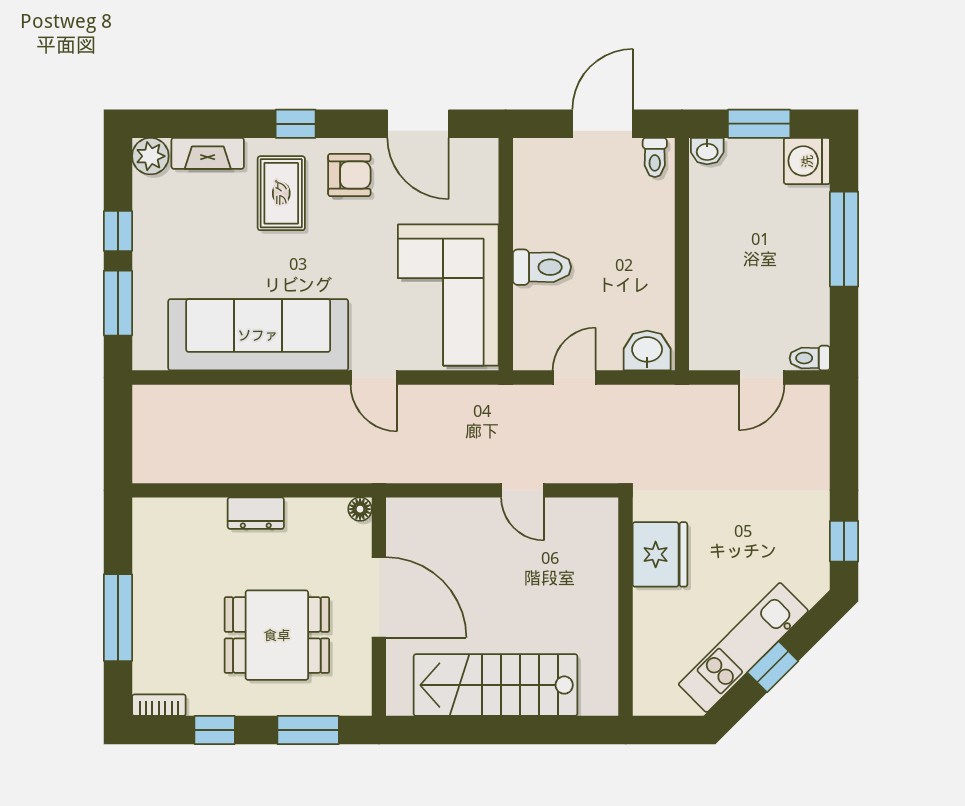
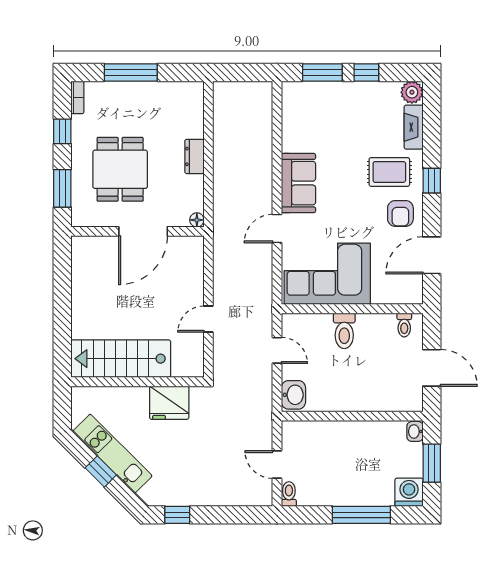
toilet: (655, 157) -> (404, 325), moved, turned -90
sofa: (258, 335) -> (298, 183), width x0.54, depth x0.79
stairs: (495, 685) -> (121, 359), moved, turned -90

